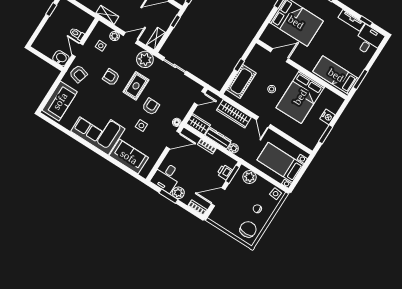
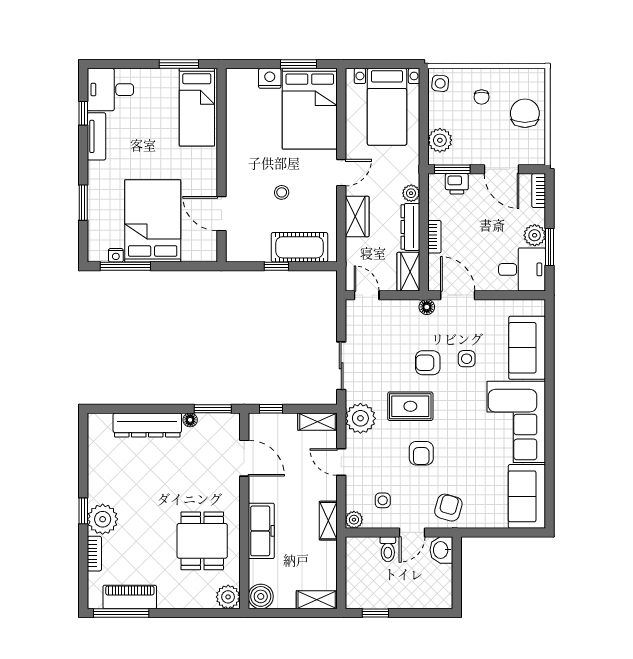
plant: (115, 36) -> (354, 520), moved
bed: (300, 97) -> (310, 109), moved, turned 90
sofa: (60, 101) -> (527, 496), moved, turned -90
wardrobe: (234, 114) -> (357, 217), width x0.67
chair: (248, 229) -> (525, 113), moved, turned 90

